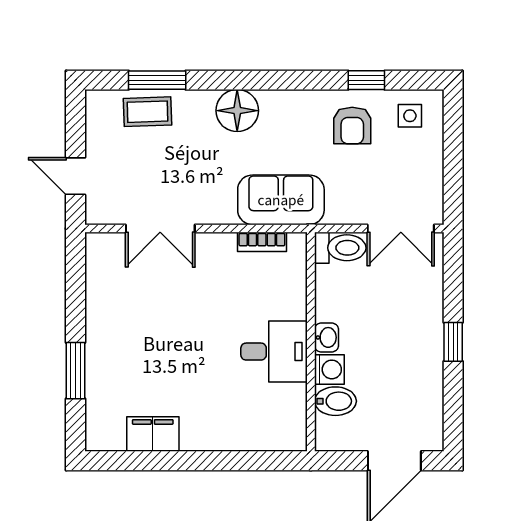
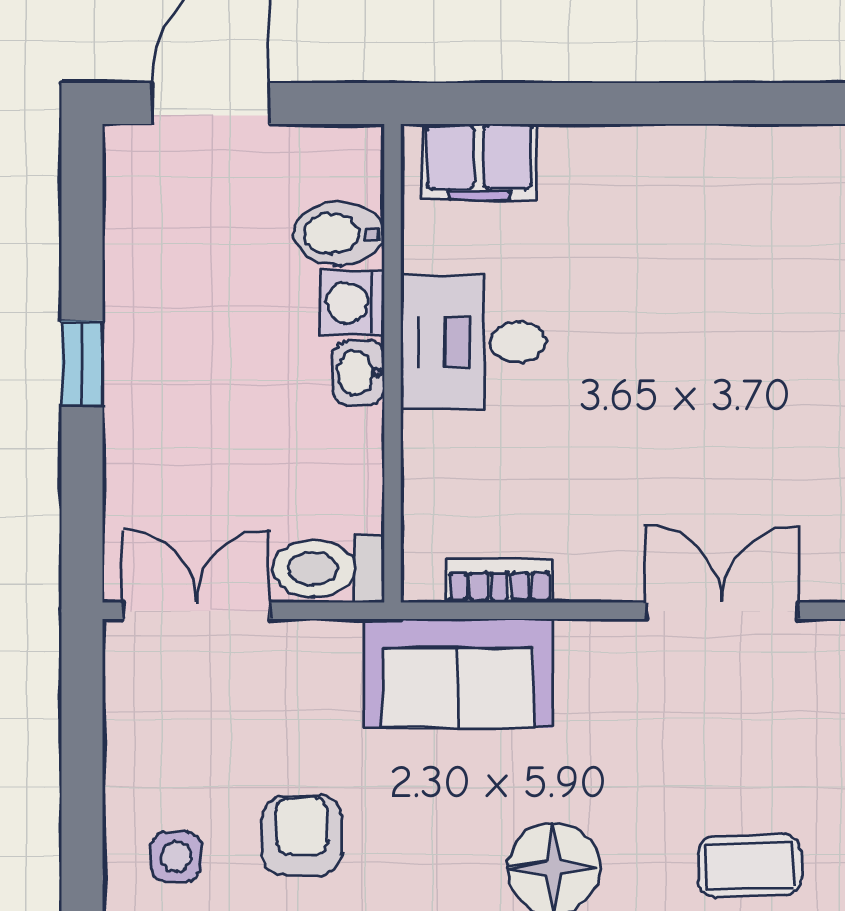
filing cabinet: (153, 434) -> (479, 162), moved

